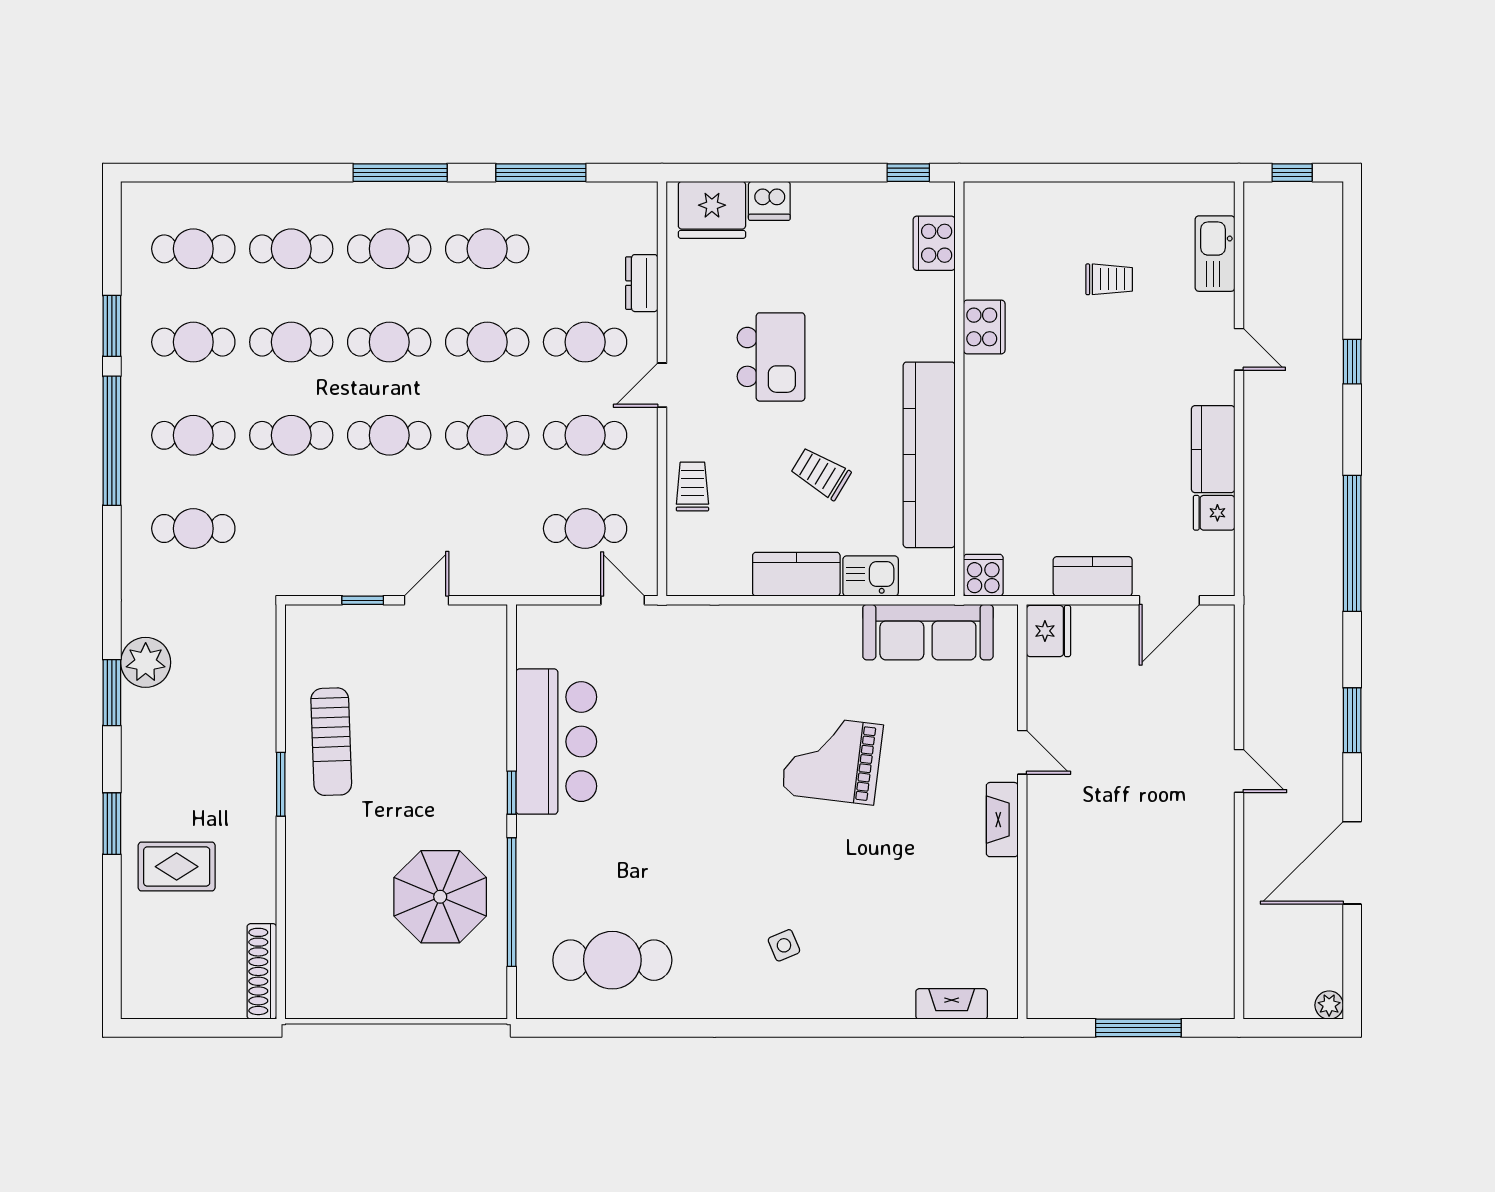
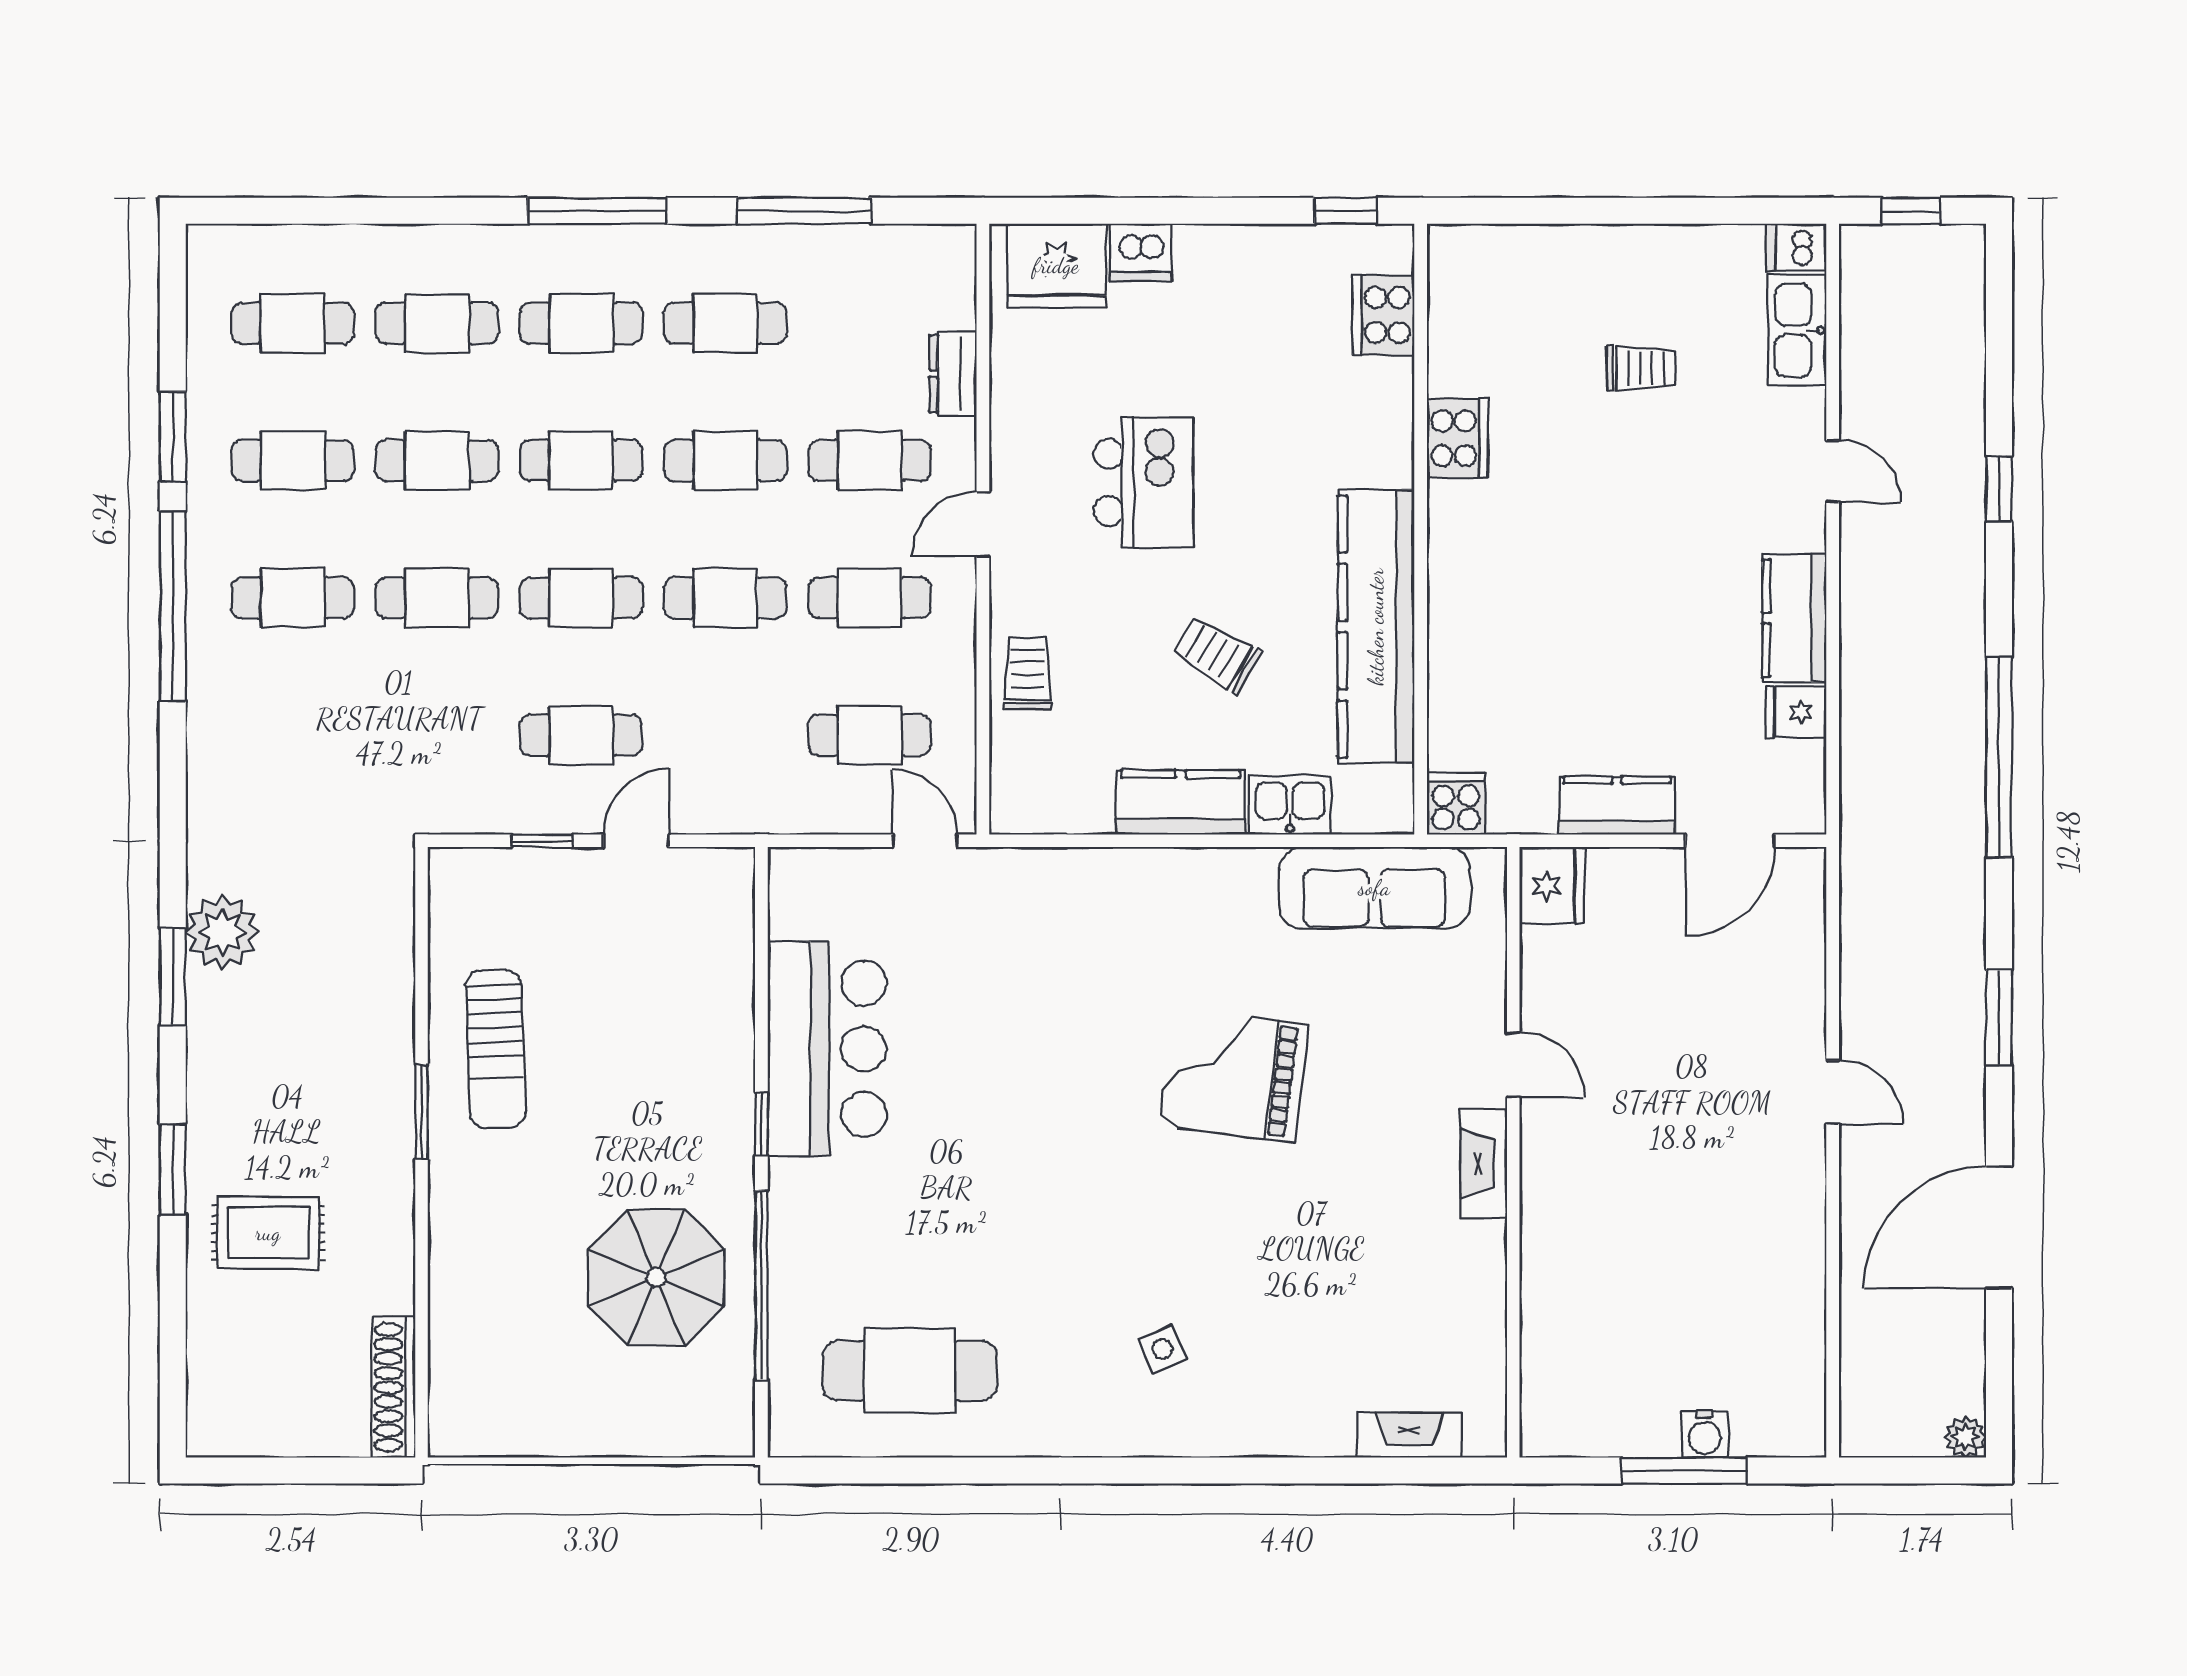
dishwasher: (1214, 197) -> (1796, 247), added
cafe table: (193, 529) -> (581, 735), moved
water cooler: (1152, 1003) -> (1705, 1434), added

